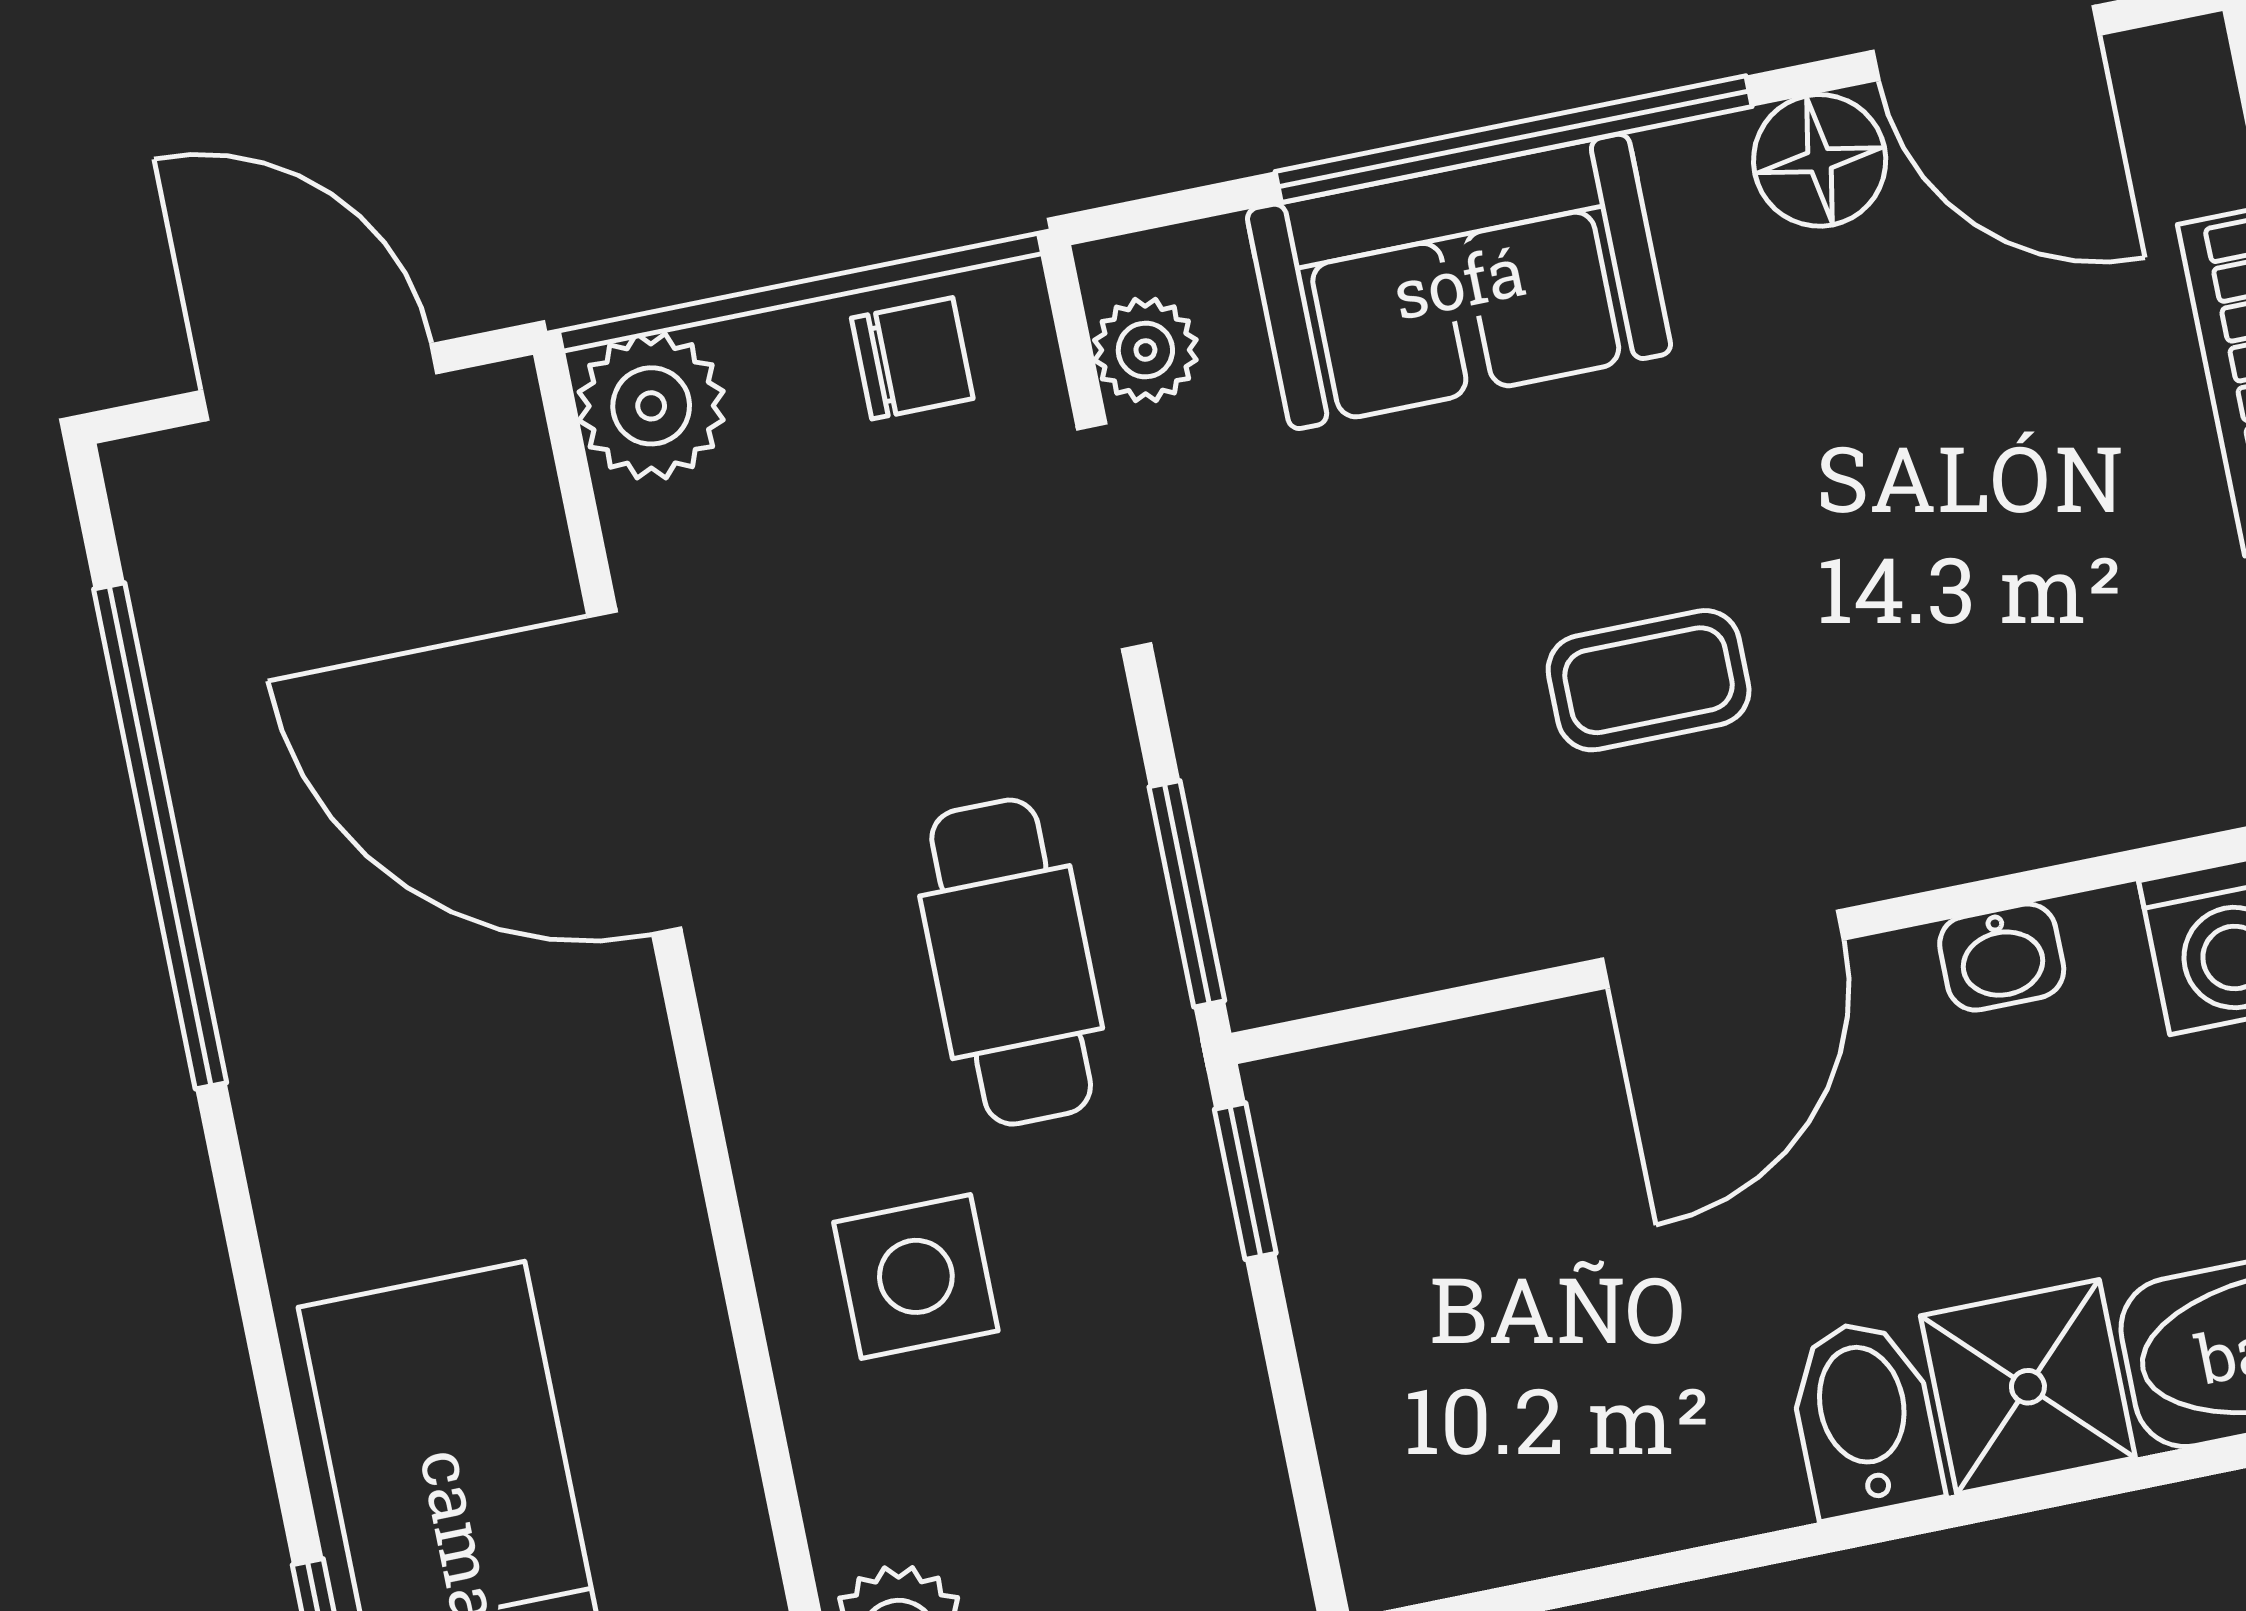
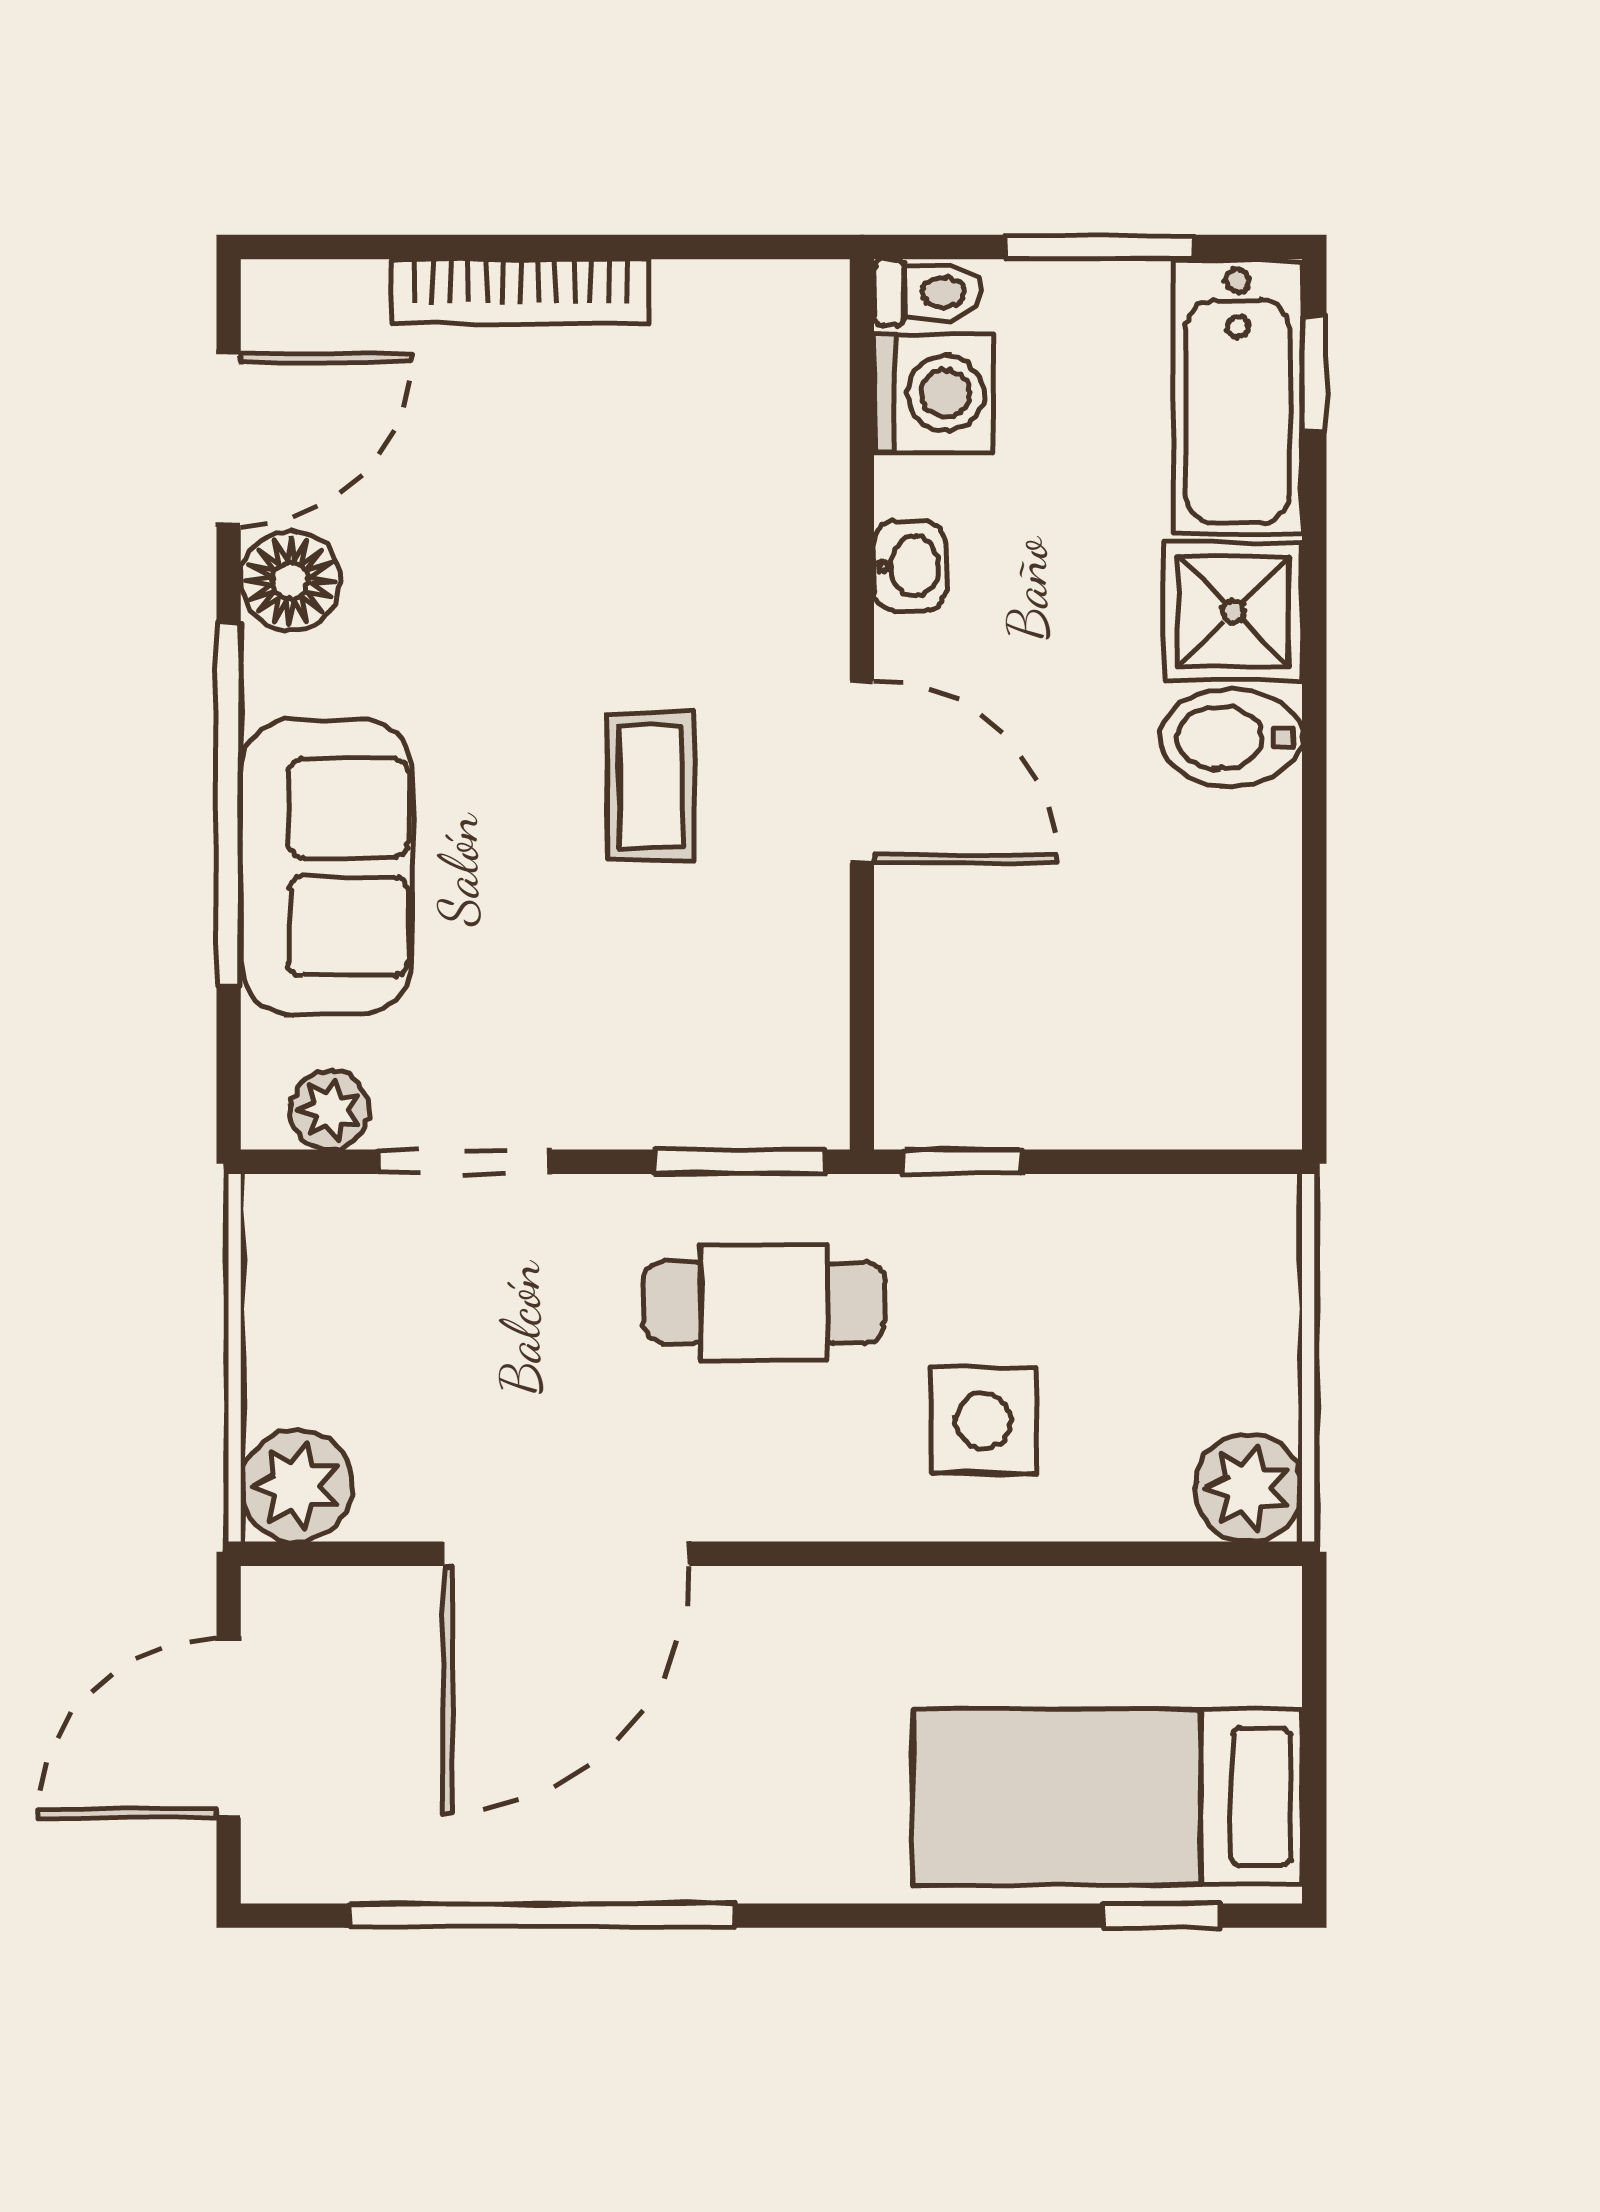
chair: (912, 358) -> (301, 1285), removed

